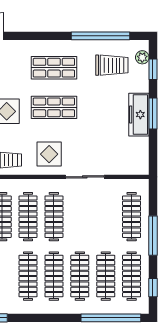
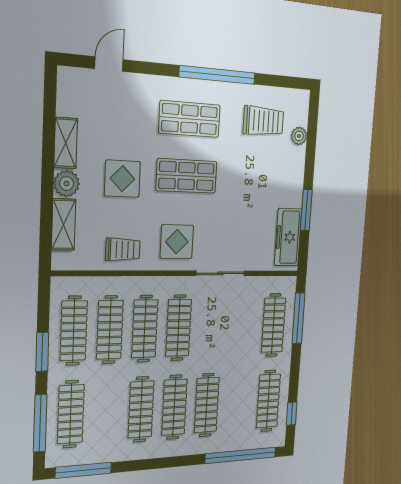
window: (101, 36) -> (217, 75), moved
plant: (142, 57) -> (299, 136), moved
window: (153, 69) -> (312, 131), removed
window: (153, 113) -> (306, 210), moved
freezer: (139, 115) -> (288, 237), moved
window: (153, 236) -> (299, 318), moved
clothes rail: (106, 276) -> (238, 403), removed

